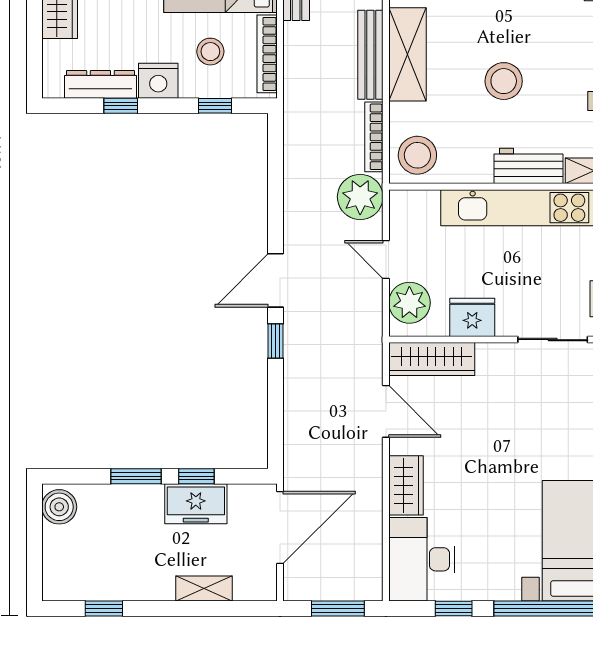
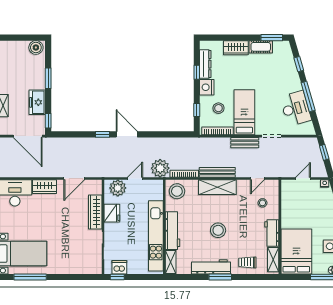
stool: (504, 81) -> (218, 230), moved
workbench: (529, 166) -> (173, 231), width x1.37
wardrobe: (432, 359) -> (95, 212), moved
window: (196, 476) -> (48, 121), moved

